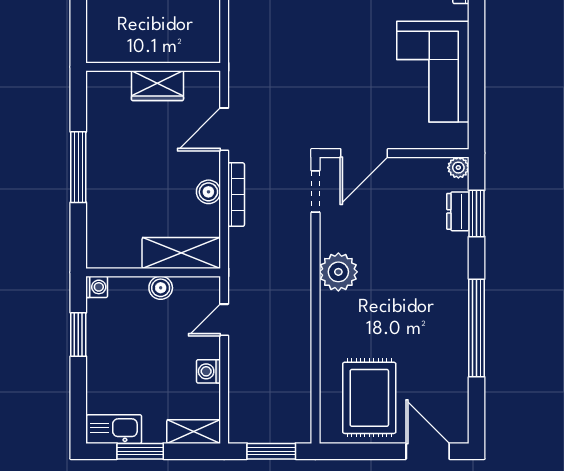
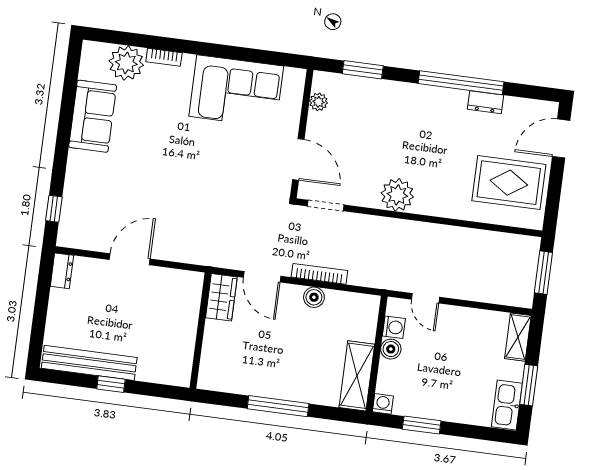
wardrobe: (157, 86) -> (221, 297), moved
plant: (458, 168) -> (318, 102), moved
dresser: (458, 211) -> (486, 102), moved
shelving: (181, 253) -> (357, 376), moved
washing machine: (209, 371) -> (394, 327), moved, turned -90

